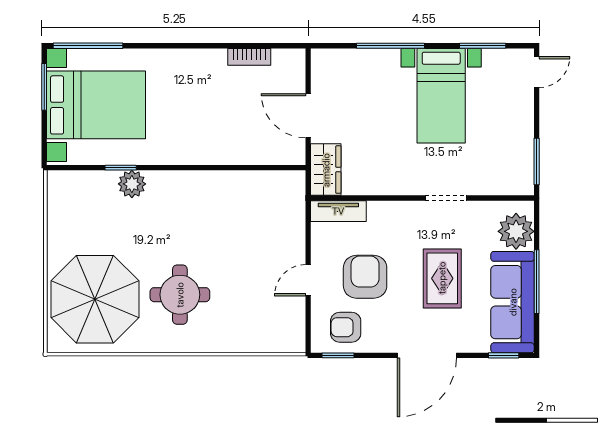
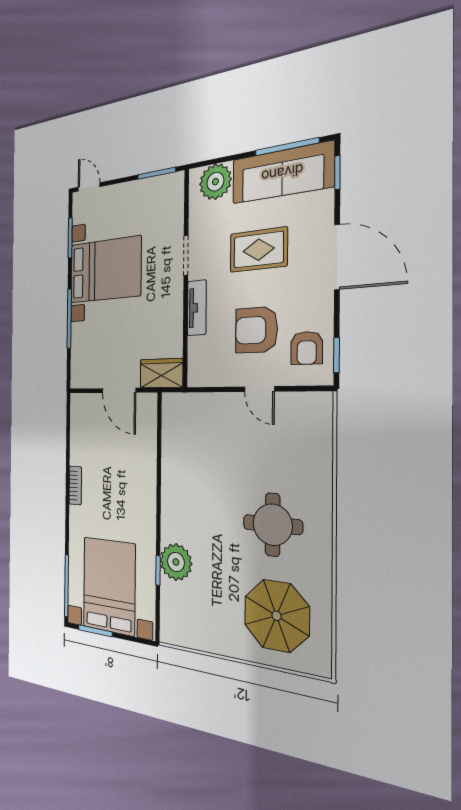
bookcase: (249, 57) -> (75, 485), moved
bed with nightstands: (441, 96) -> (105, 270), width x1.36
door: (308, 116) -> (119, 390), hinge flipped
plant: (132, 184) -> (176, 562), width x1.36, depth x1.36
tv unit: (338, 211) -> (197, 308), moved
window: (537, 282) -> (287, 147), moved
parasol: (95, 299) -> (277, 616), width x0.73, depth x0.73

